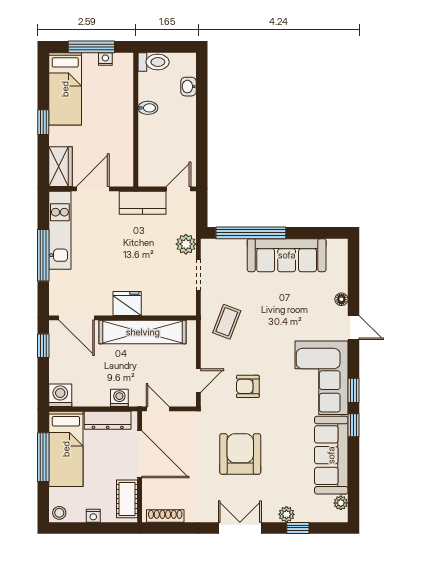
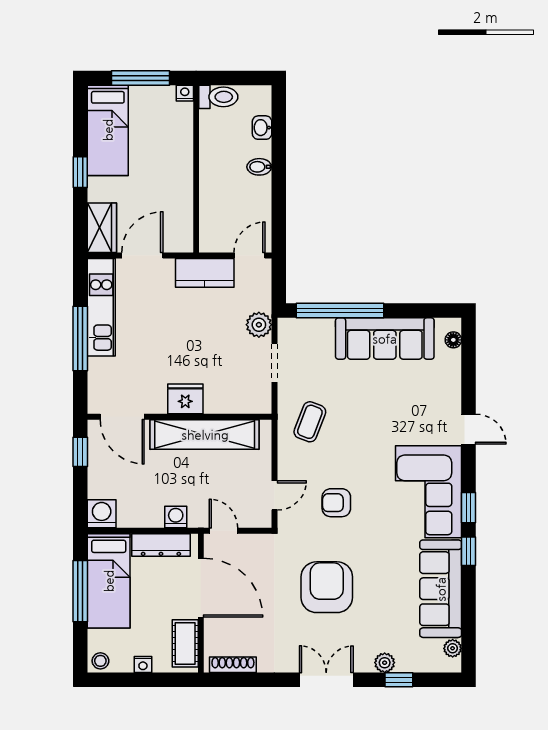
nightstand: (105, 59) -> (185, 93), moved
bidet: (148, 108) -> (259, 167), moved, turned 180
floor lamp: (341, 299) -> (453, 340), moved

